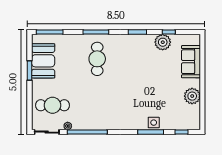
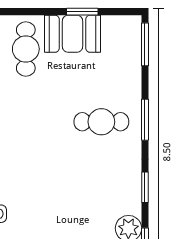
booth: (43, 61) -> (72, 34), moved

